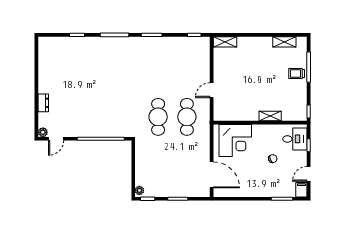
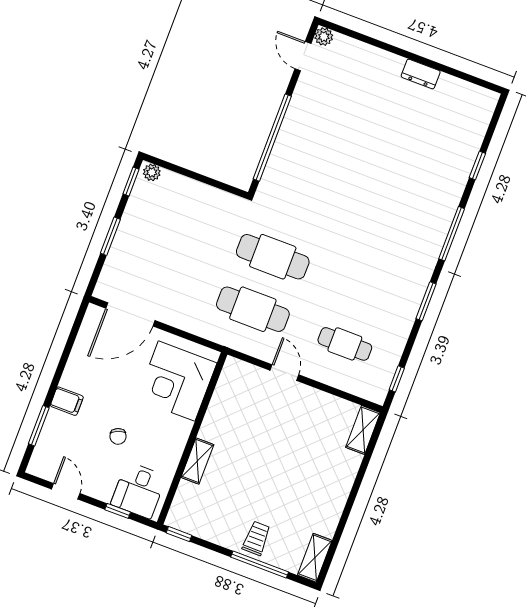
shelving: (284, 42) -> (315, 558), moved
cafe table: (187, 66) -> (345, 344), added
dresser: (43, 103) -> (421, 74), moved
filing cabinet: (301, 190) -> (67, 401), moved

